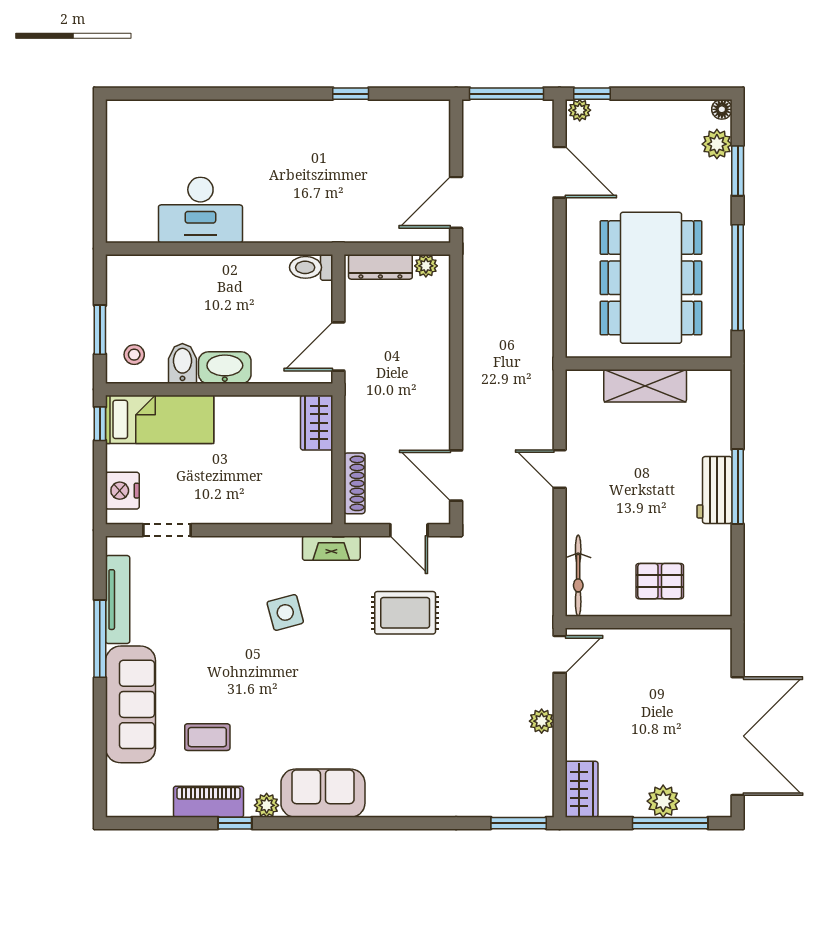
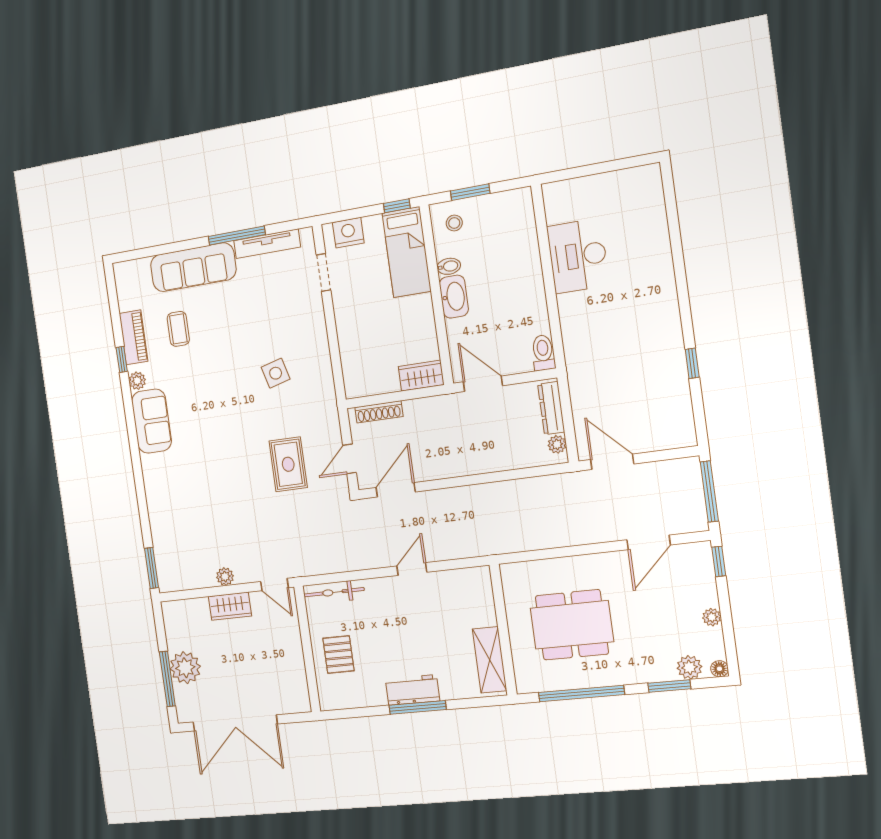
plant: (580, 110) -> (712, 617), moved
dining table: (651, 278) -> (572, 625), width x0.73, depth x0.80
bidet: (182, 364) -> (449, 266), width x0.72, depth x0.74
shelving: (645, 386) -> (490, 660), moved
fireplace: (331, 548) -> (328, 401), removed
wardrobe: (582, 789) -> (230, 606), moved
plant: (663, 801) -> (185, 668), width x1.36, depth x1.36

